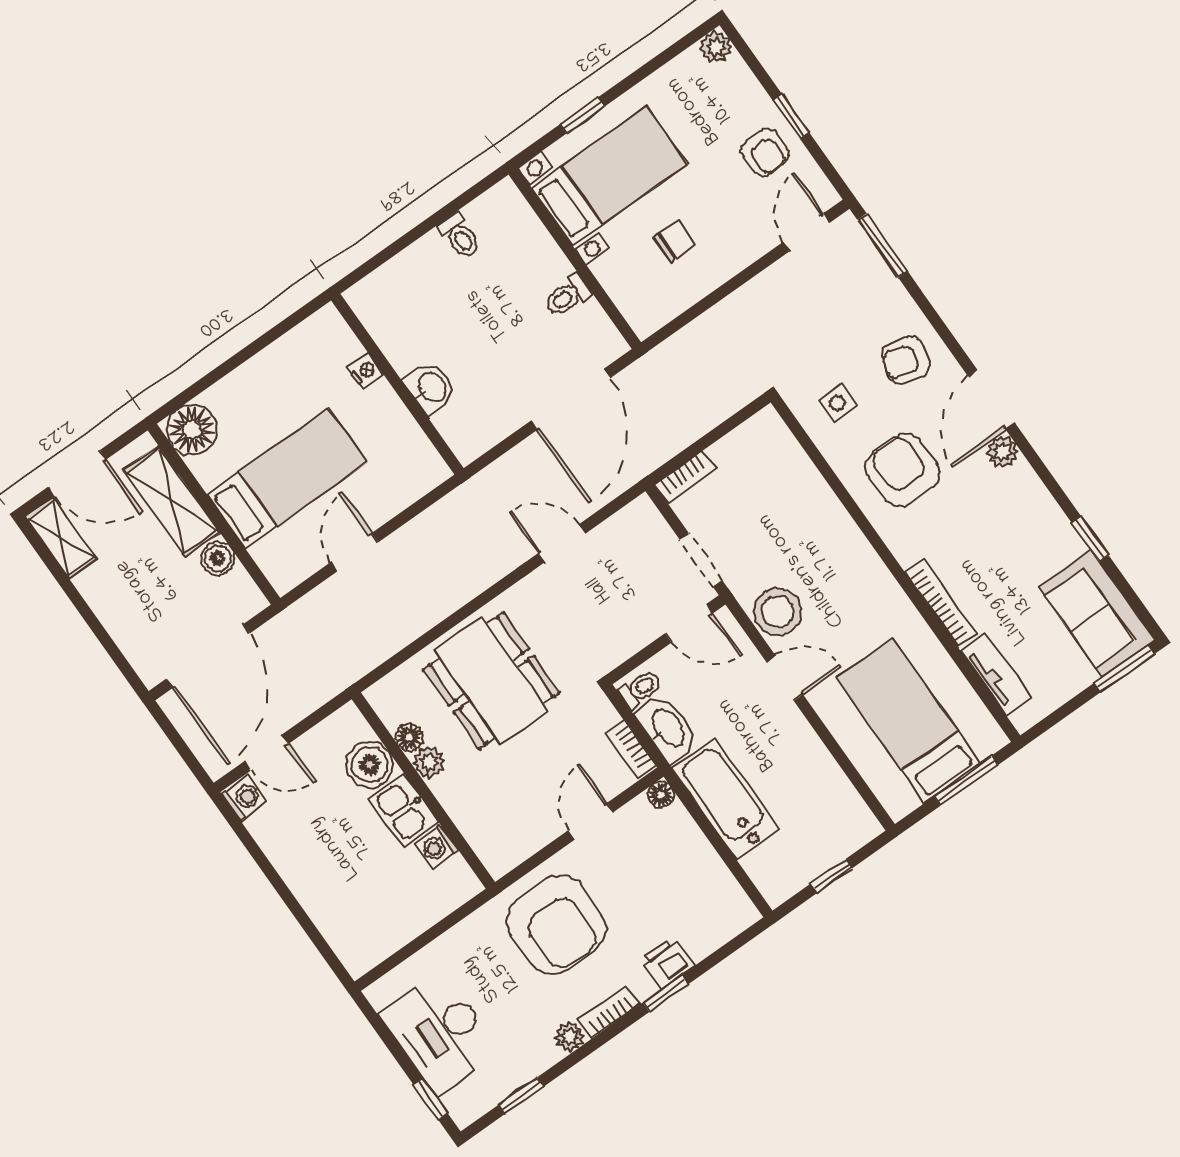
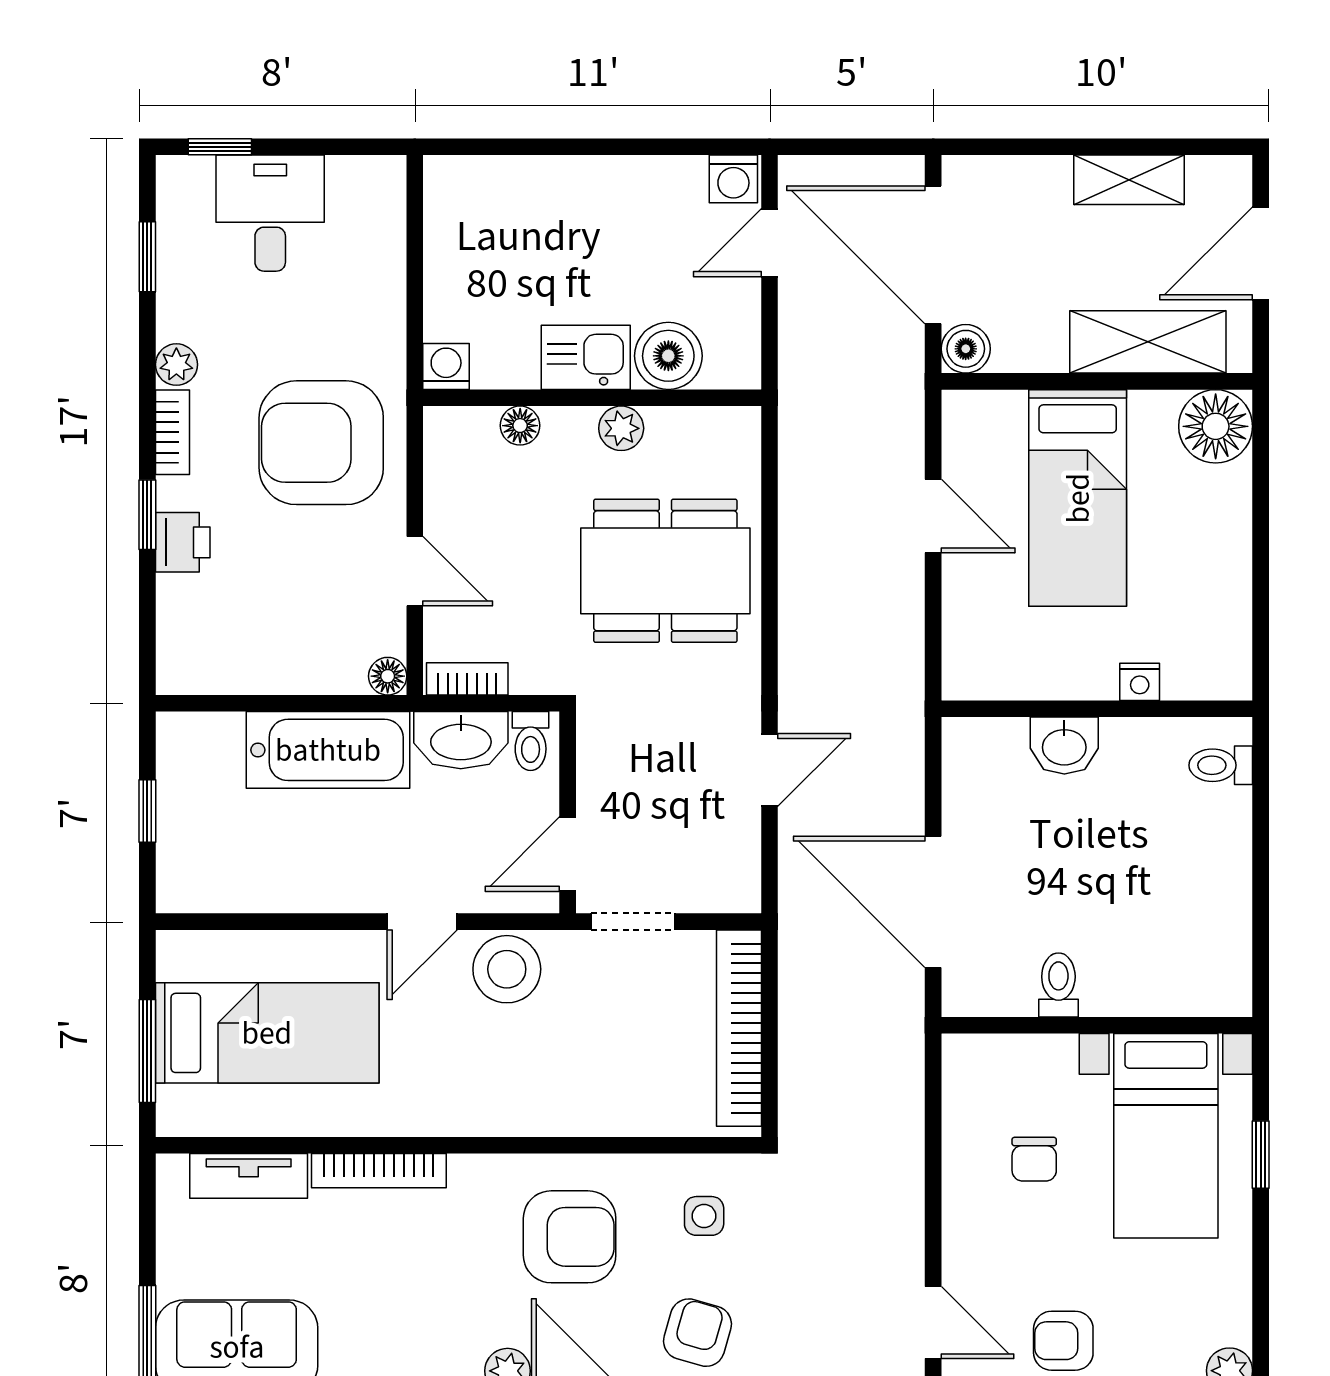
toilet: (460, 236) -> (1221, 765), moved
bookcase: (685, 477) -> (739, 1028), width x2.31, depth x1.31
shelving: (61, 538) -> (1129, 180), moved
boiler: (218, 558) -> (966, 349), moved
floor lamp: (409, 737) -> (520, 426), moved
washing machine: (437, 847) -> (446, 366), moved
desk: (440, 1033) -> (270, 213), width x0.73

